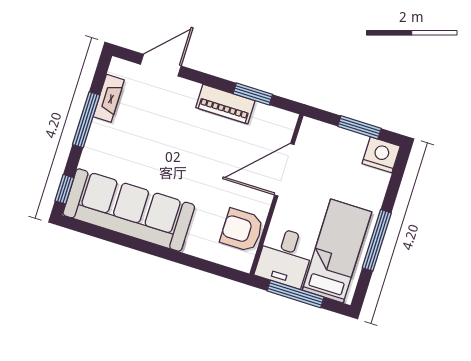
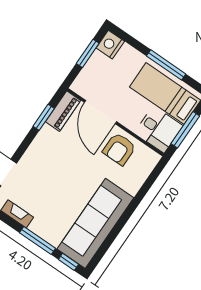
piano: (225, 104) -> (63, 111), moved
window: (86, 120) -> (37, 241), moved
armchair: (242, 230) -> (119, 149), moved

